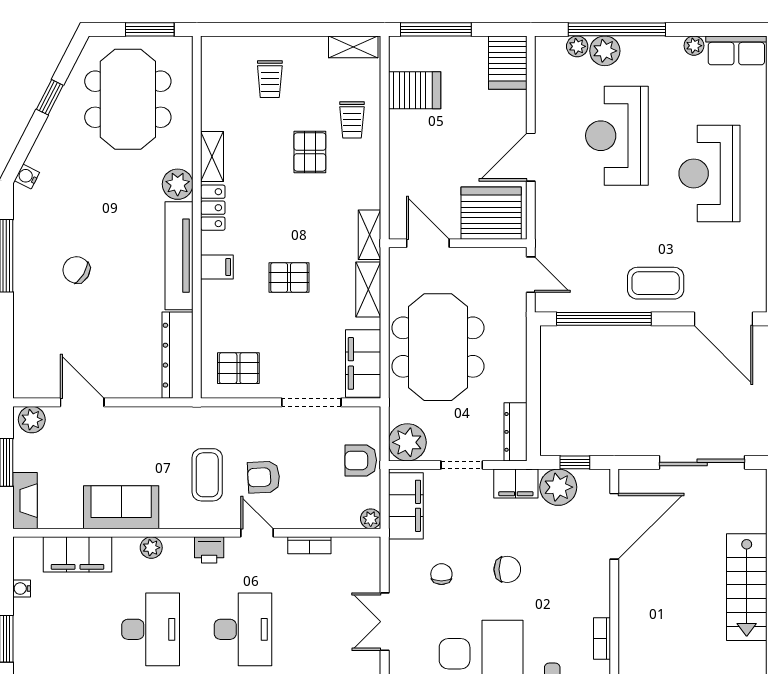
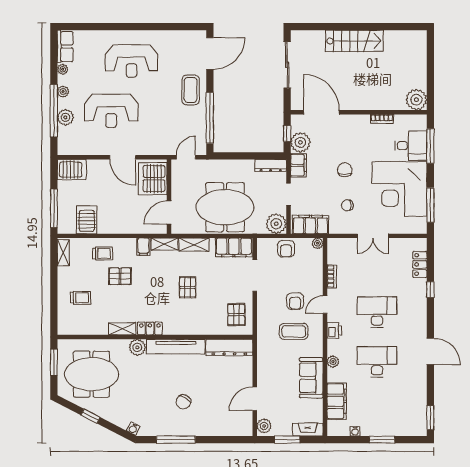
plant: (577, 46) -> (63, 92), moved
filing cabinet: (217, 267) -> (143, 247), moved, turned 180

